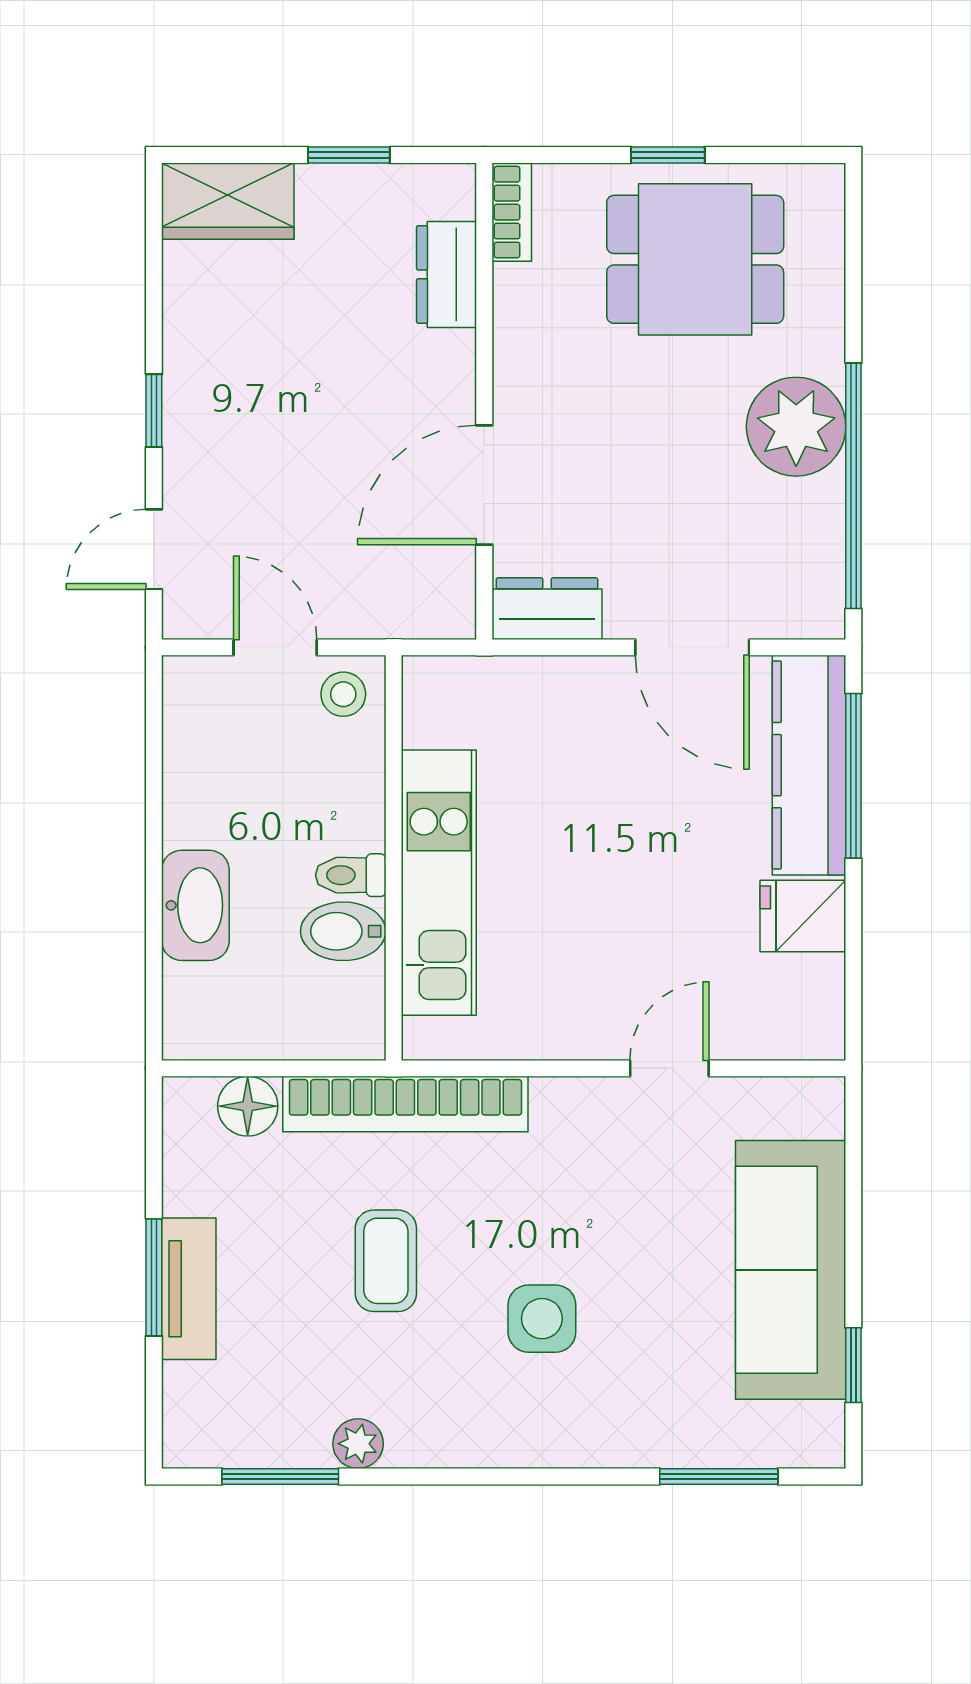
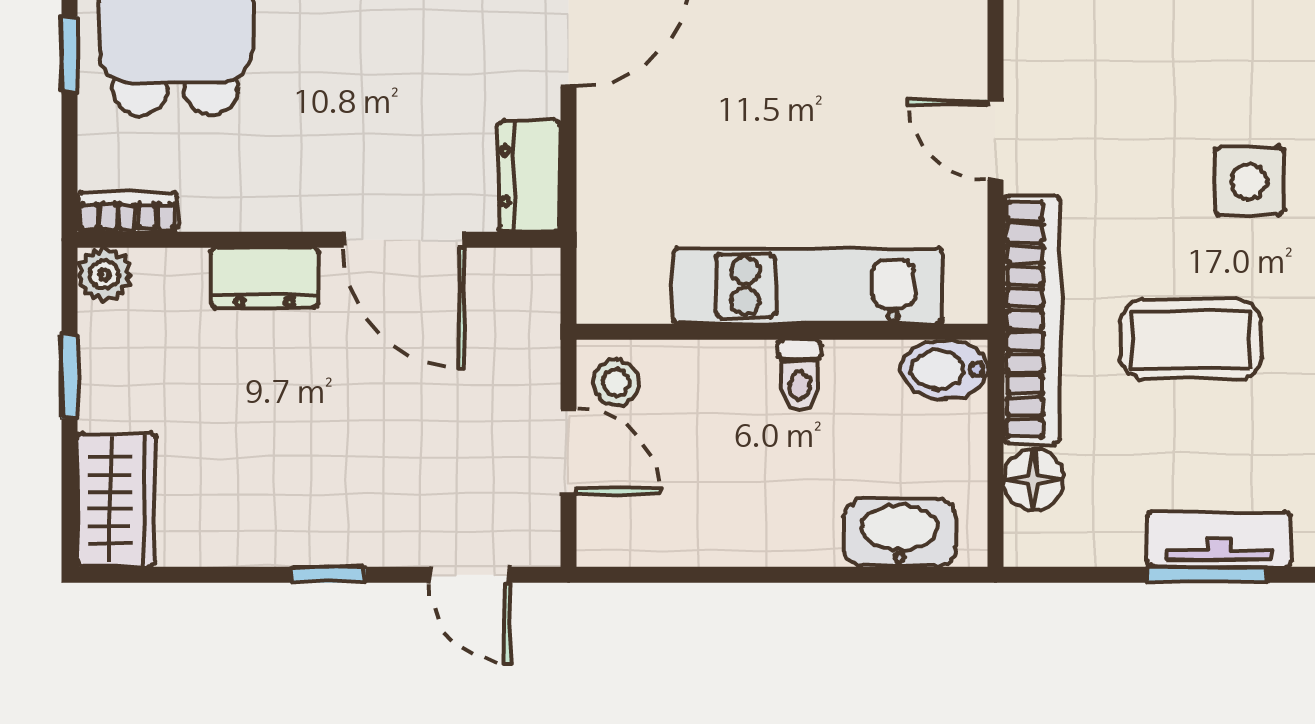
plant: (450, 189) -> (104, 275), added
dresser: (447, 274) -> (265, 278), moved
door: (275, 647) -> (569, 452), swing flipped
washbasin: (195, 905) -> (900, 533), moved
bidet: (343, 931) -> (944, 369), moved, turned 90
door: (669, 1068) -> (995, 140), moved
coffee table: (386, 1261) -> (1191, 339), width x1.36, depth x1.30

